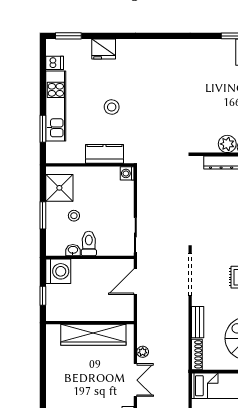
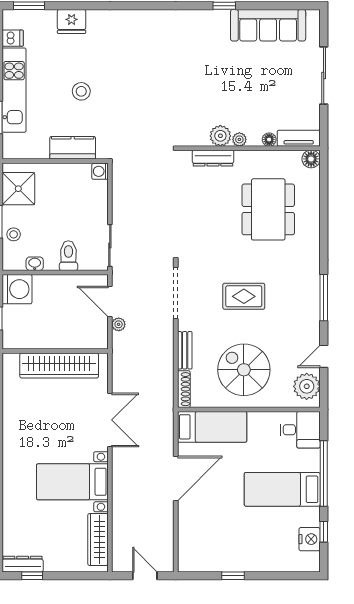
stool: (74, 216) -> (14, 234), moved
toilet: (89, 244) -> (68, 256), moved
door: (135, 282) -> (110, 302), hinge flipped
plant: (143, 352) -> (119, 324), moved
double door: (135, 380) -> (110, 420), width x1.37

